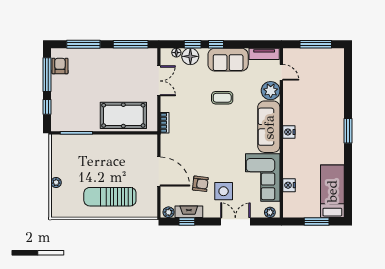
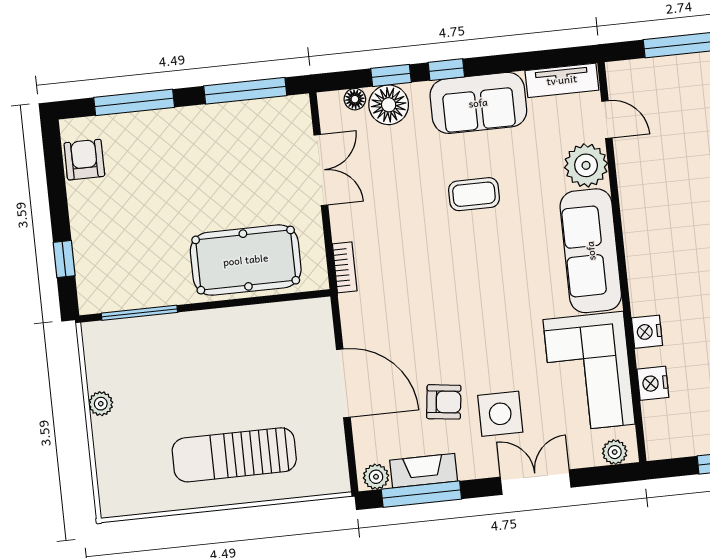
window: (47, 75) -> (56, 183), removed
nightstand: (289, 132) -> (647, 332), moved
plant: (56, 182) -> (101, 404), moved
window: (187, 221) -> (421, 494), width x2.17

